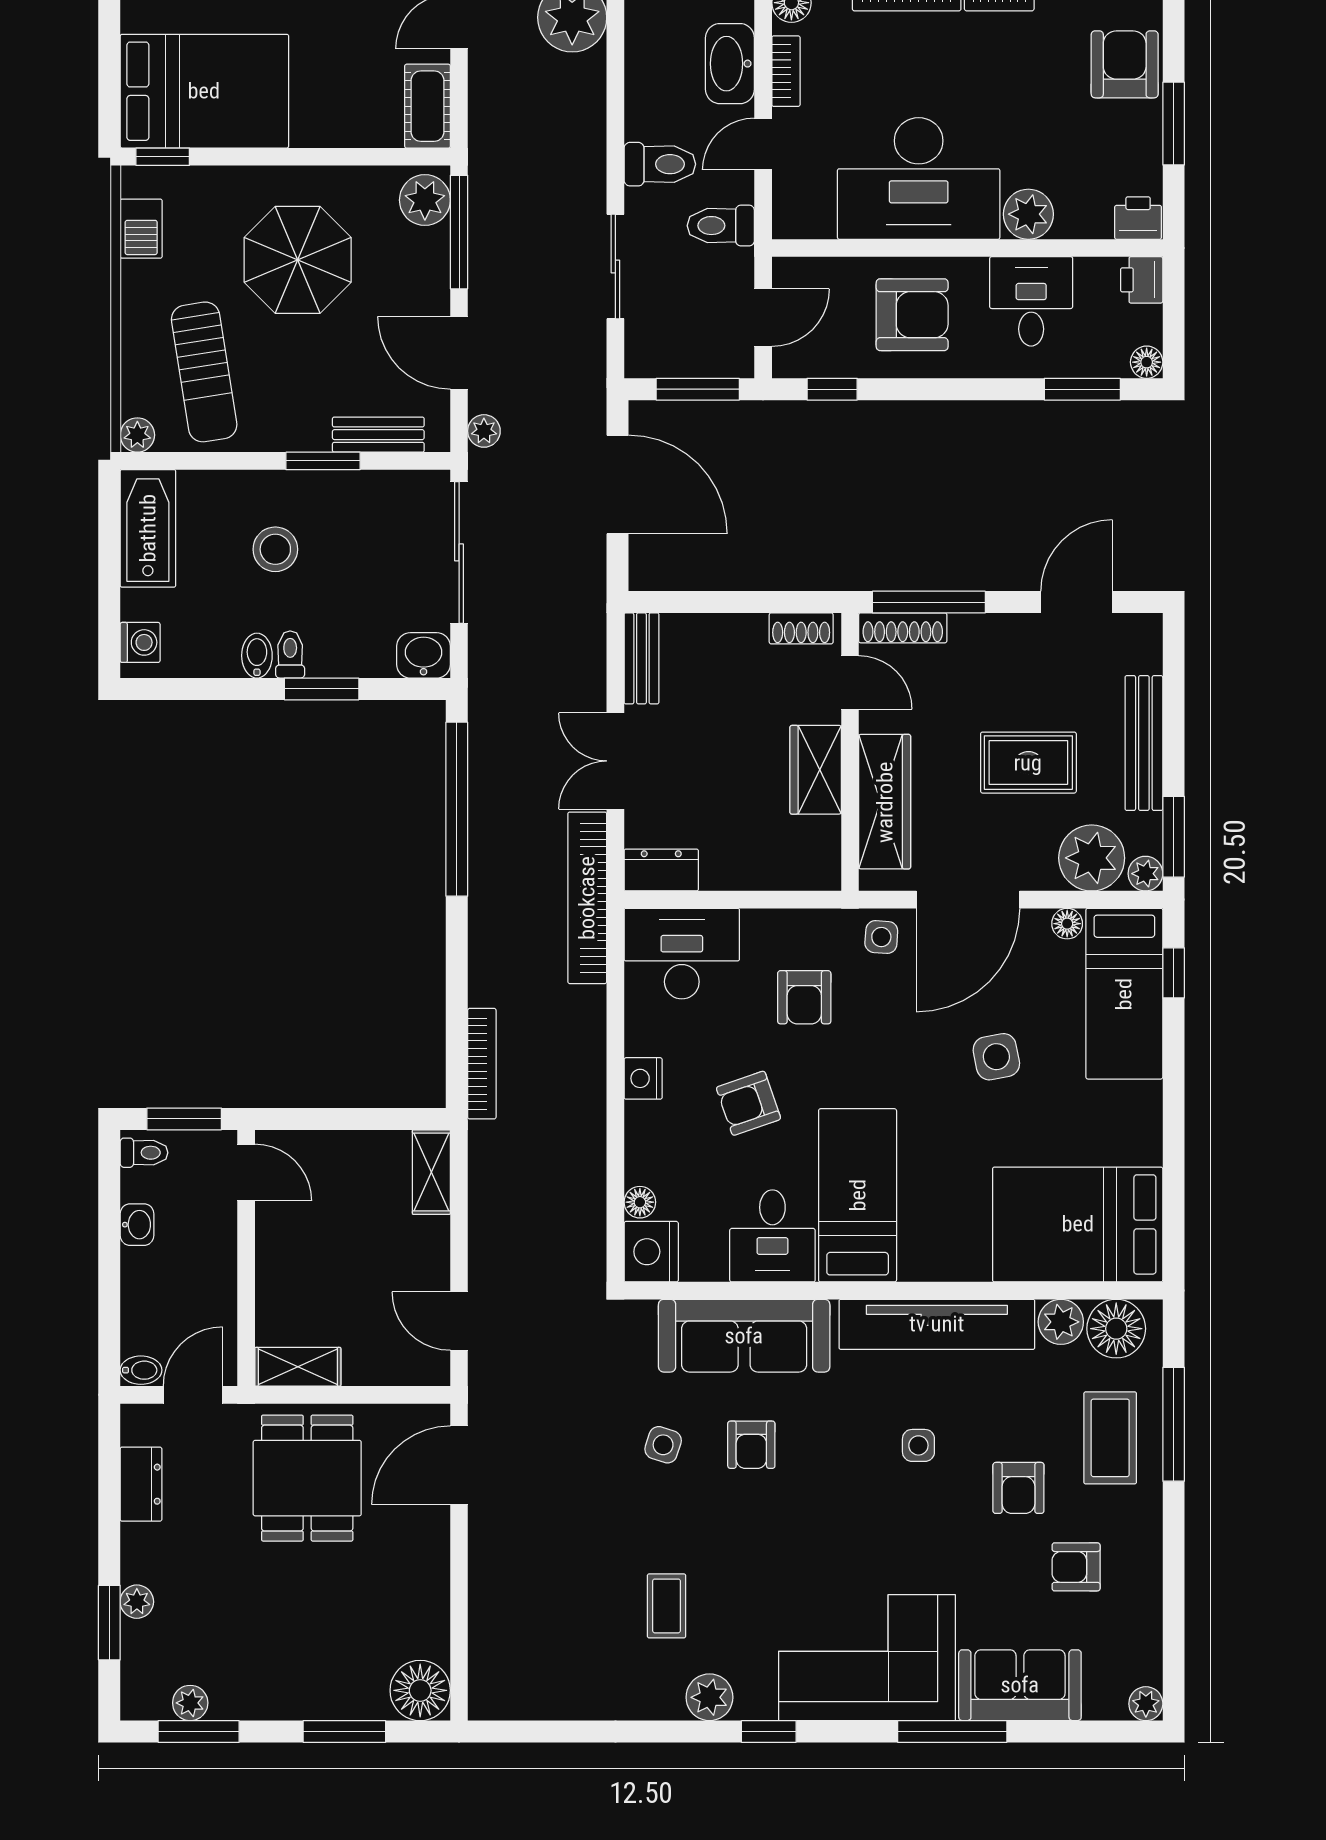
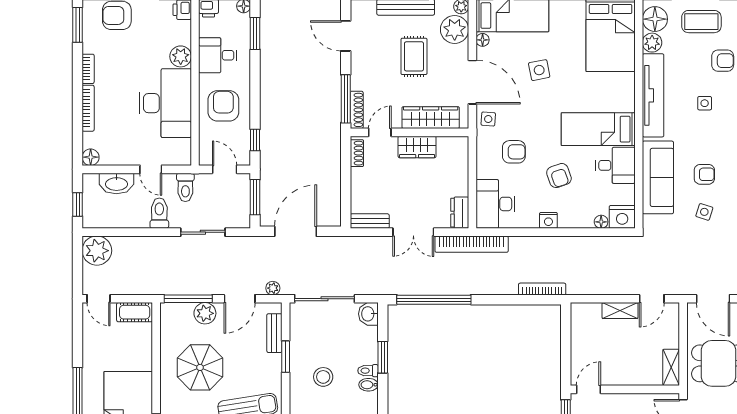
bookcase: (786, 71) -> (120, 160), removed
plant: (425, 200) -> (205, 313), moved
shelving: (431, 1172) -> (620, 311), moved

